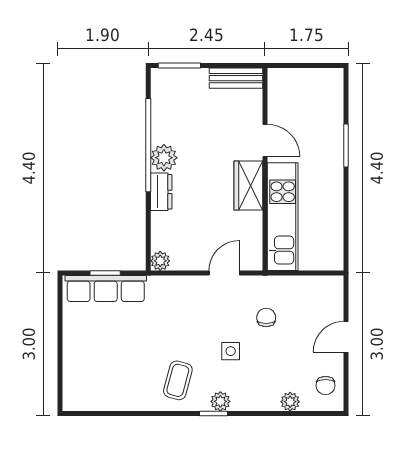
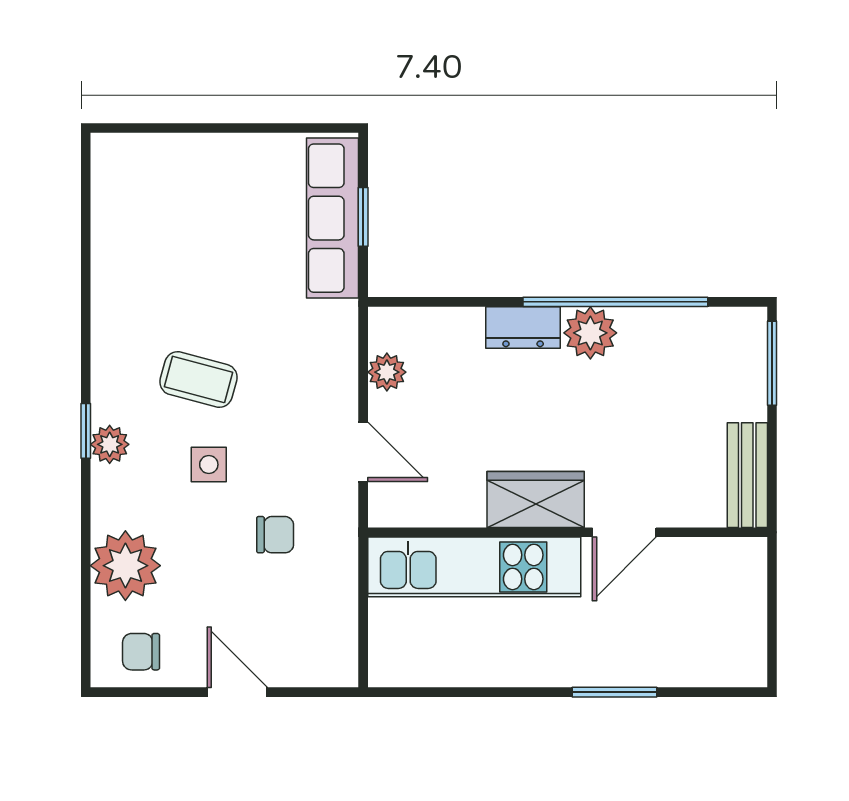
plant: (160, 261) -> (387, 372), moved
coffee table: (178, 380) -> (198, 380), moved
plant: (290, 402) -> (125, 566), width x1.87, depth x1.87

